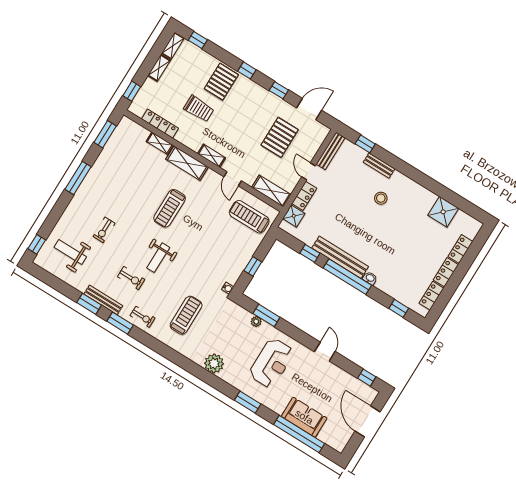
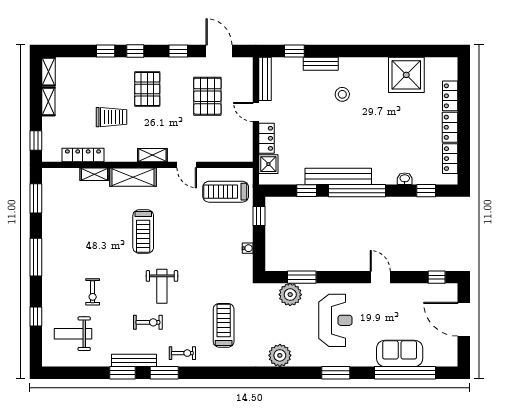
window: (198, 40) -> (106, 51), moved
pallet: (221, 82) -> (147, 89), moved
door: (309, 109) -> (219, 51), hinge flipped
shelving: (271, 191) -> (232, 153), removed
shower: (443, 212) -> (406, 75), width x1.37, depth x1.37
window: (37, 244) -> (36, 316), moved
window: (253, 266) -> (259, 216), moved
washbasin: (370, 278) -> (405, 179), moved
water cooler: (228, 288) -> (248, 248), moved
plant: (256, 322) -> (290, 295), width x1.88, depth x1.88

